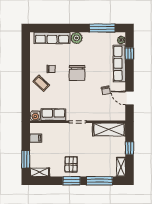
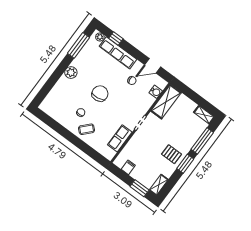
row of seats: (52, 38) -> (56, 93), removed
chair: (77, 73) -> (100, 94), turned -98
water cooler: (35, 116) -> (156, 92), moved
window: (129, 148) -> (194, 96), removed

